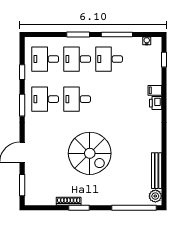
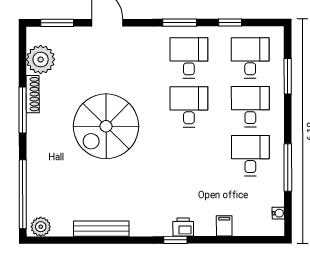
window: (78, 35) -> (288, 76), moved
window: (164, 60) -> (175, 240), moved
filing cabinet: (155, 90) -> (224, 226), moved
bench: (157, 171) -> (101, 229), moved
plant: (46, 196) -> (41, 59), added
window: (79, 208) -> (23, 110), width x1.44

